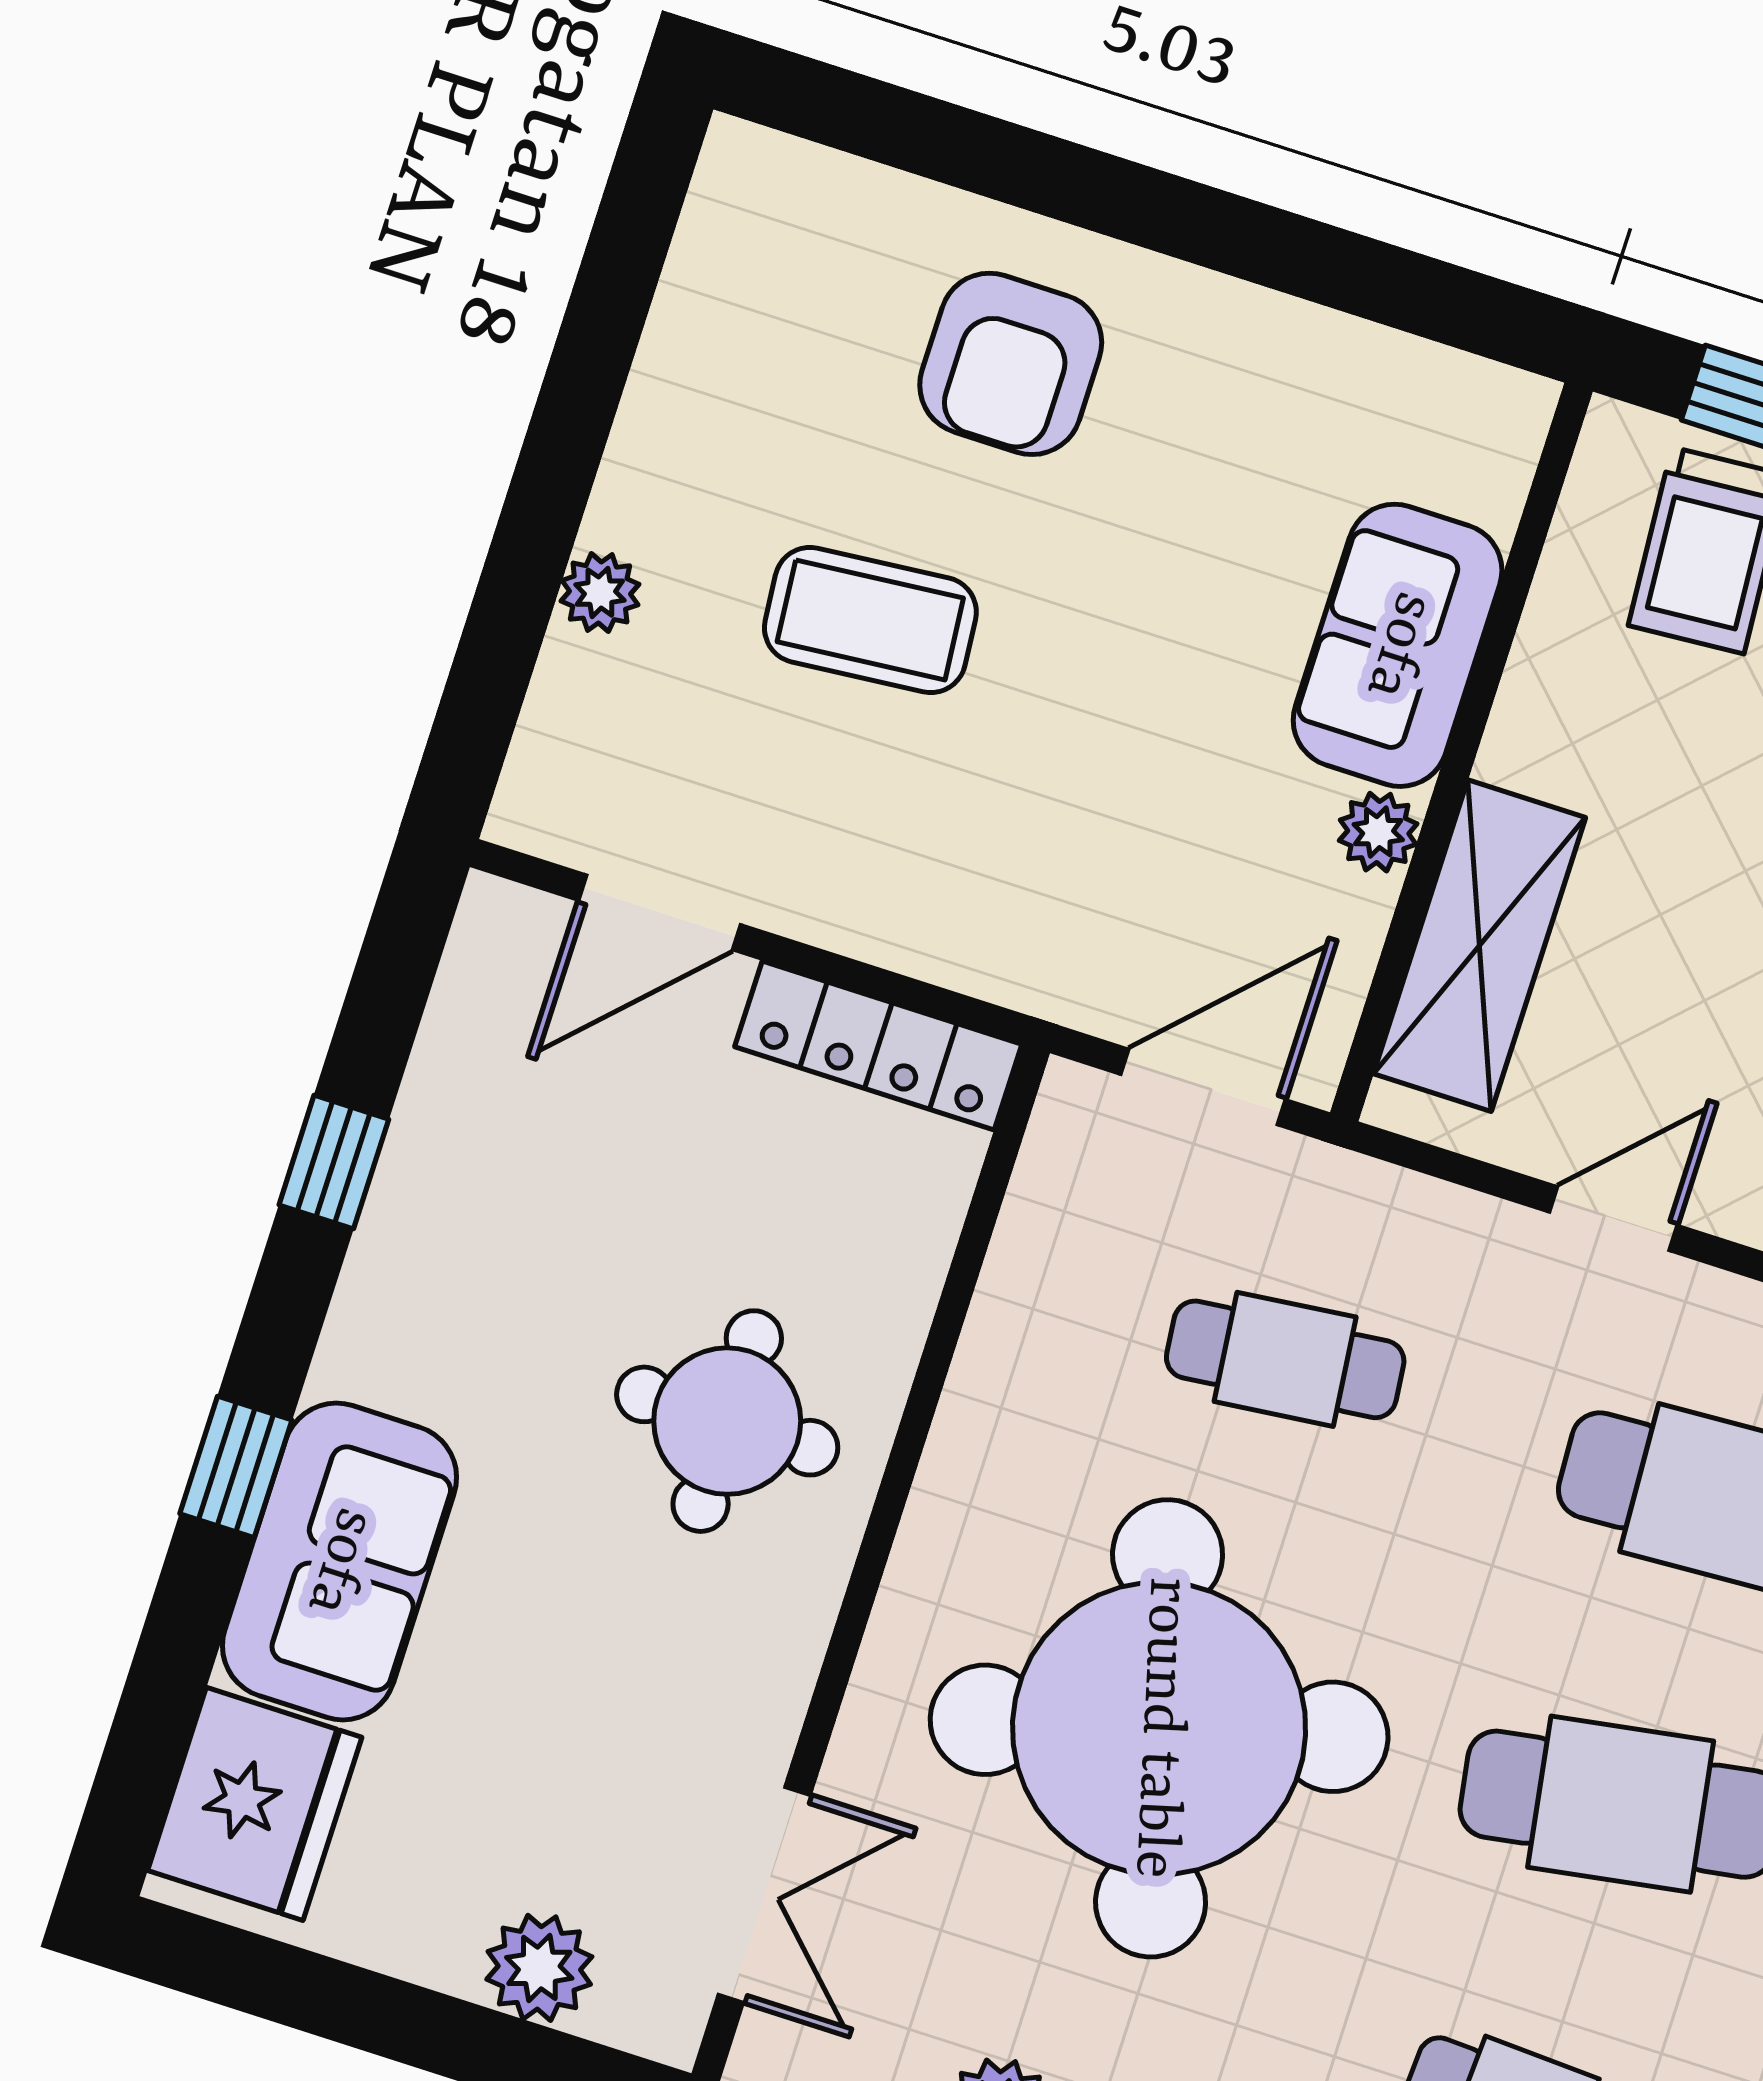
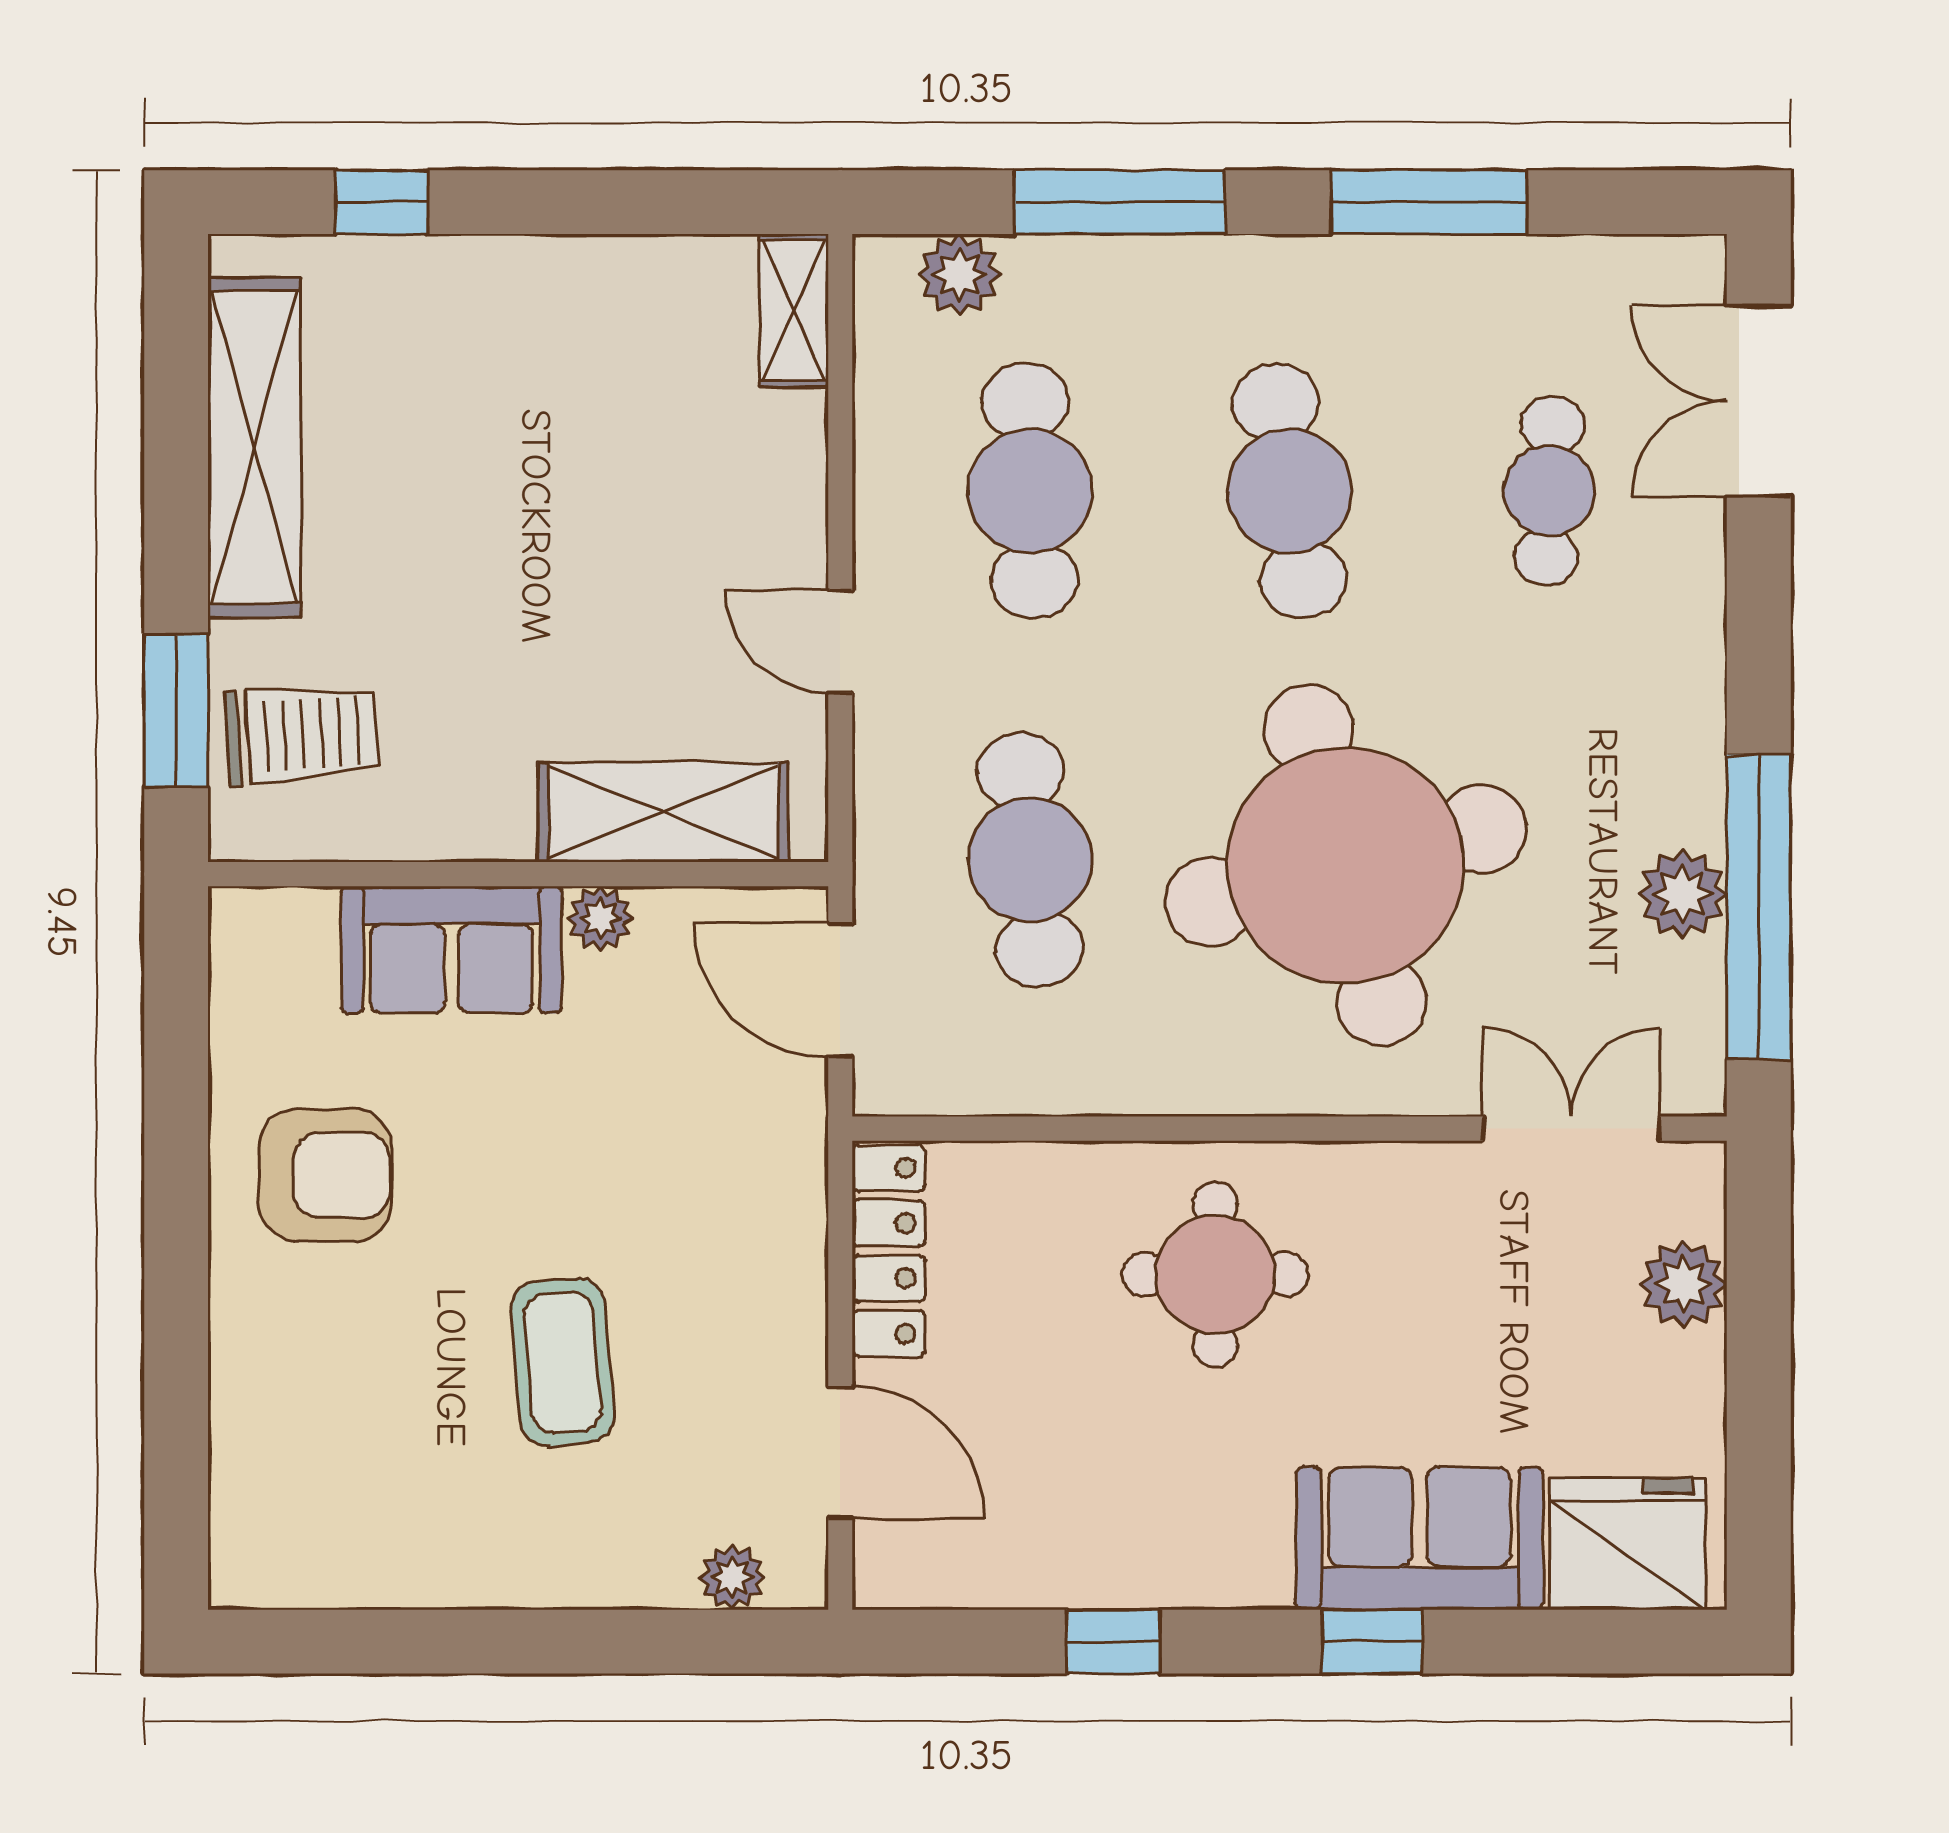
armchair: (1011, 364) -> (325, 1175), moved
plant: (600, 593) -> (733, 1577), moved
cafe table: (1285, 1359) -> (1030, 860), width x1.37, depth x1.35

